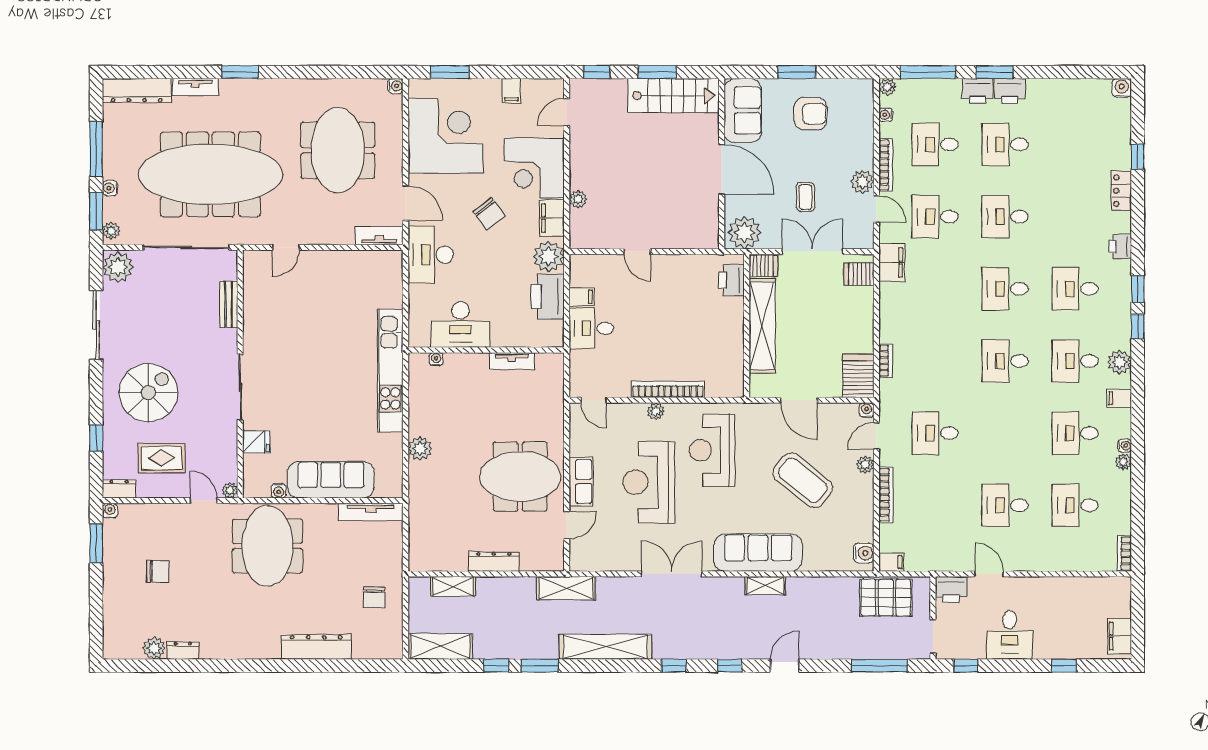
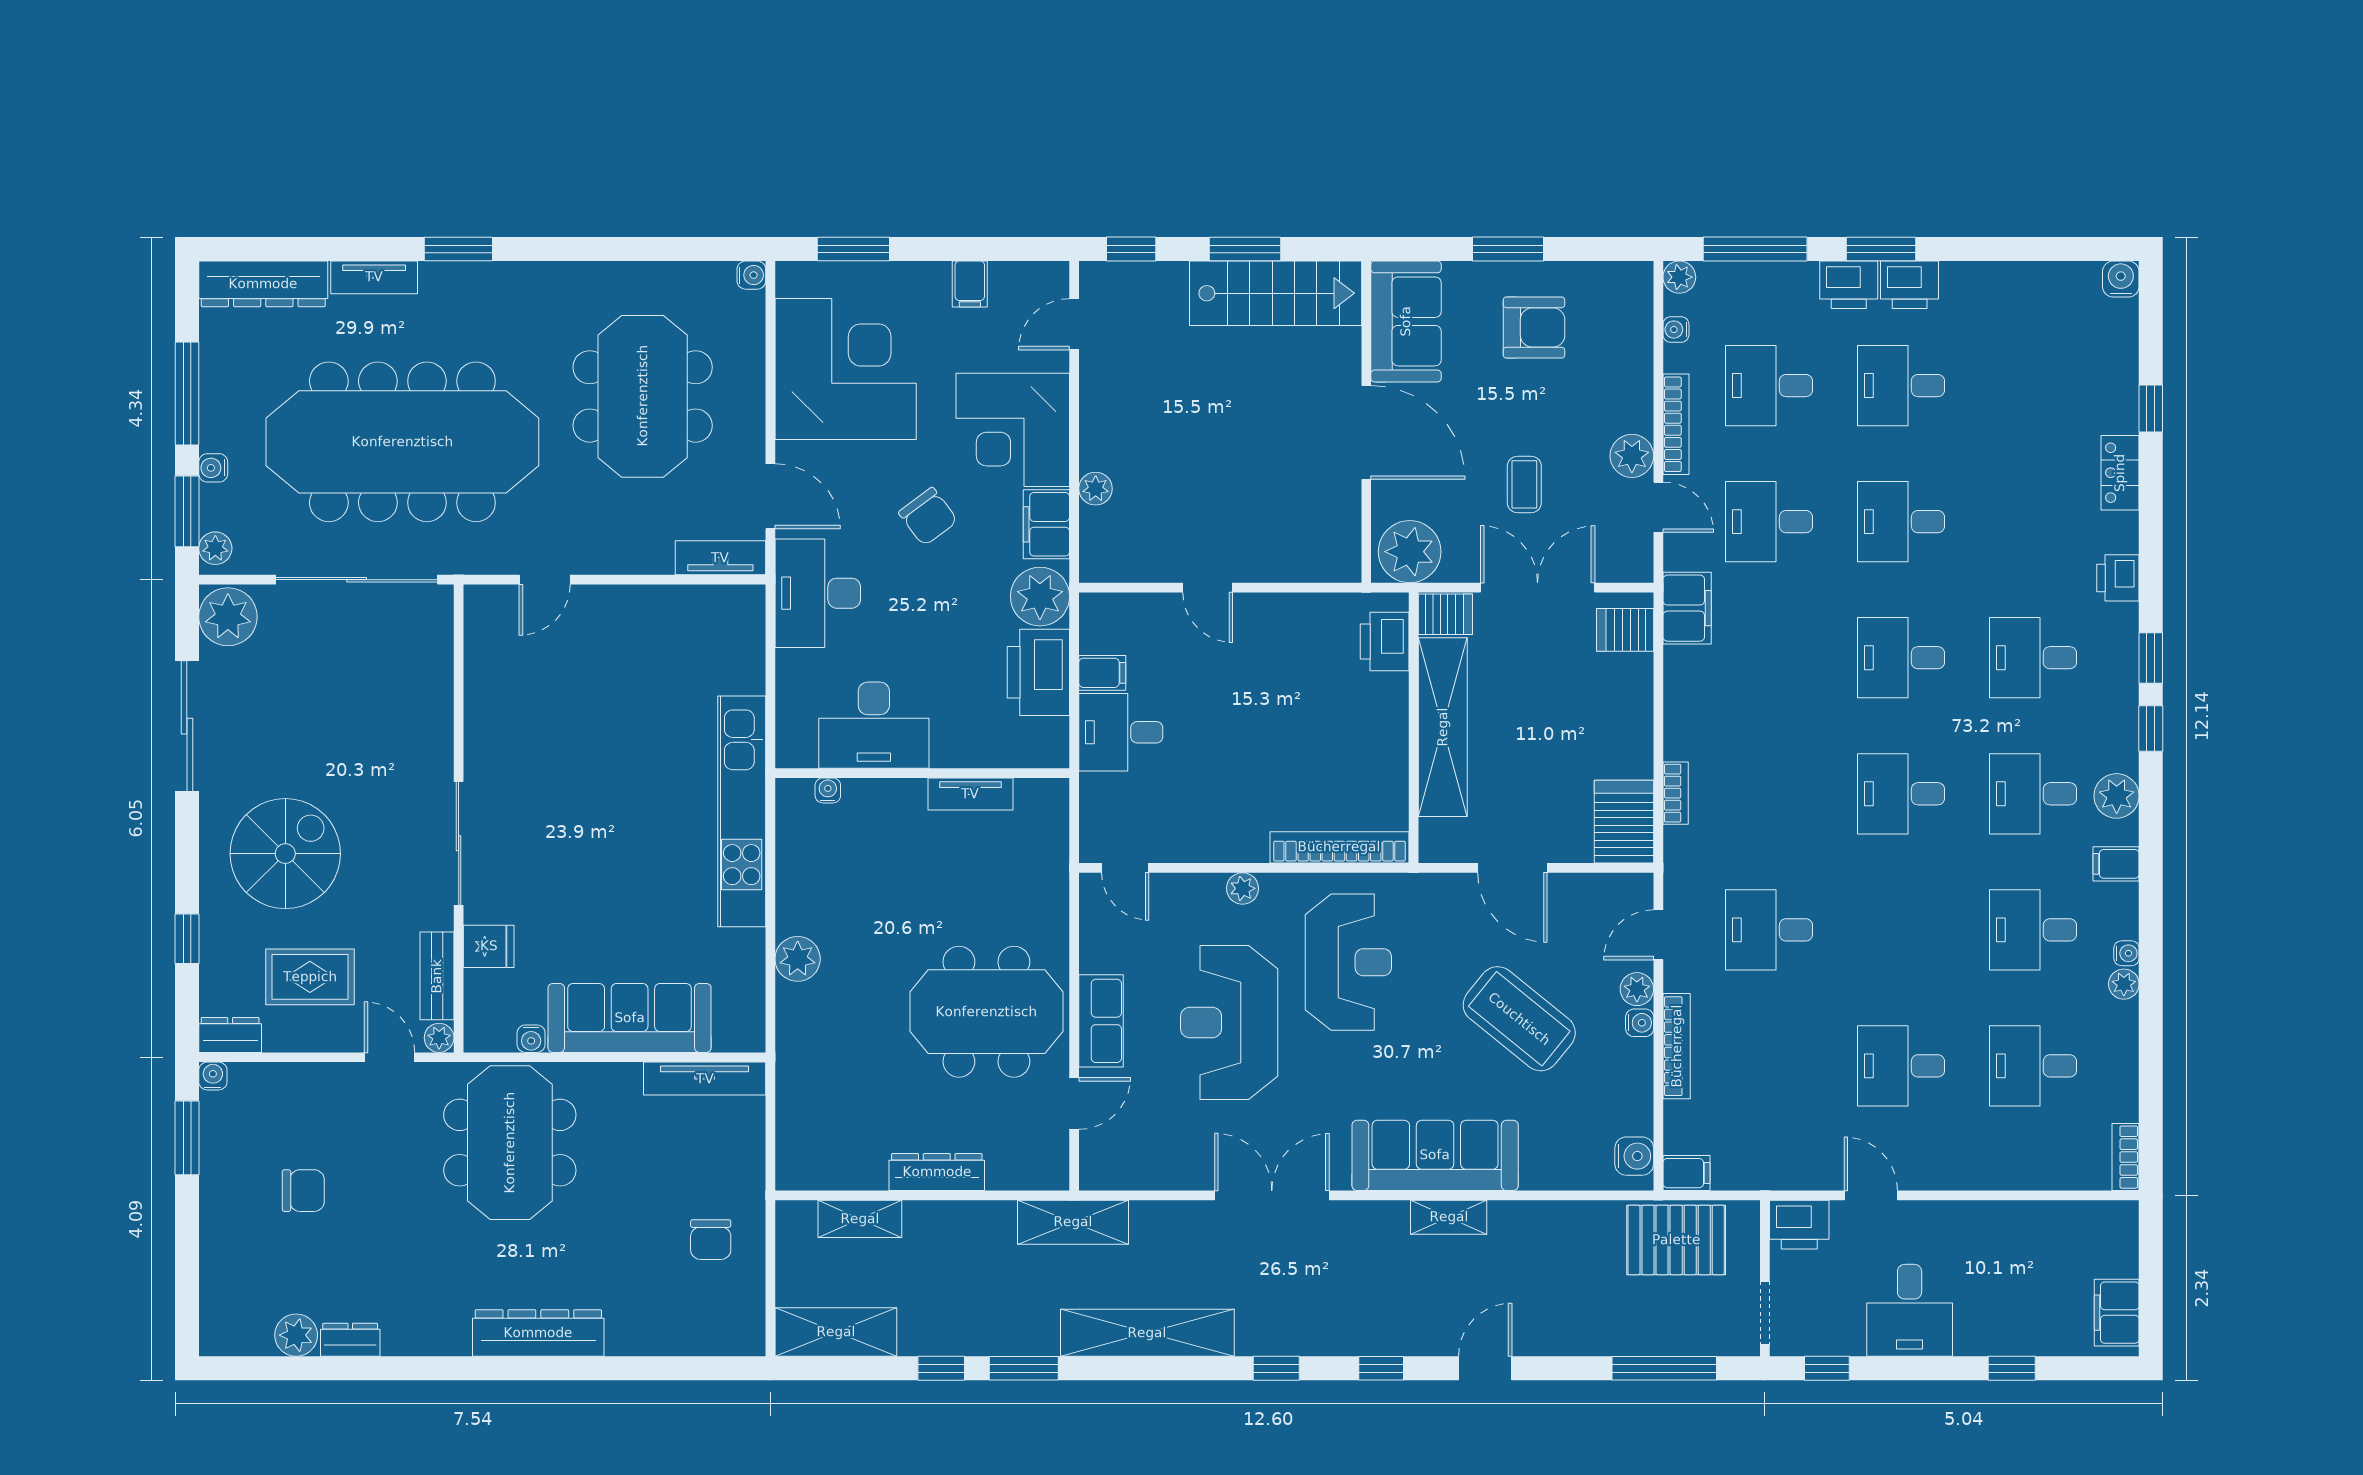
bench: (229, 304) -> (437, 976), moved
bookcase: (668, 389) -> (1339, 847), moved
water cooler: (867, 410) -> (1640, 1023), moved, turned 90
reception desk: (712, 450) -> (1348, 962), turned 180
dresser: (316, 647) -> (538, 1333), moved

